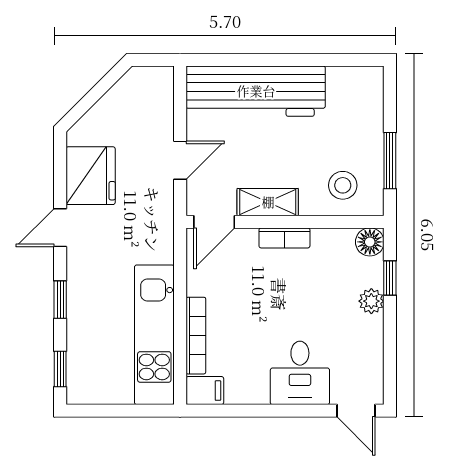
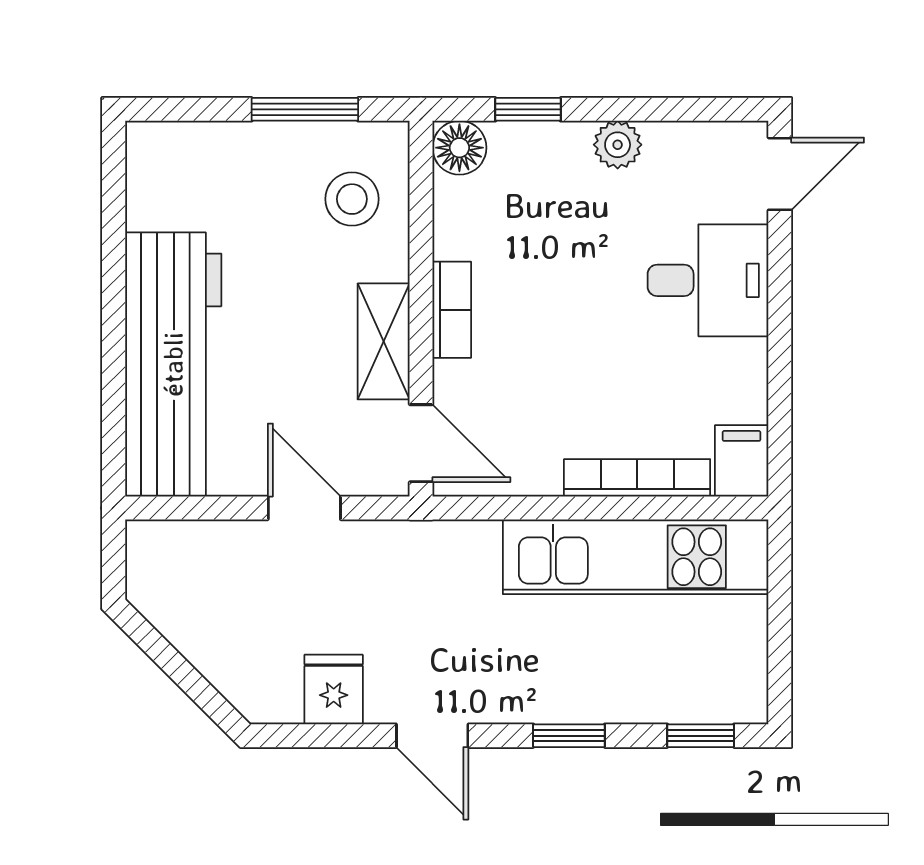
fridge: (91, 176) -> (334, 690), width x0.53, depth x0.75
plant: (371, 301) -> (618, 145), moved

